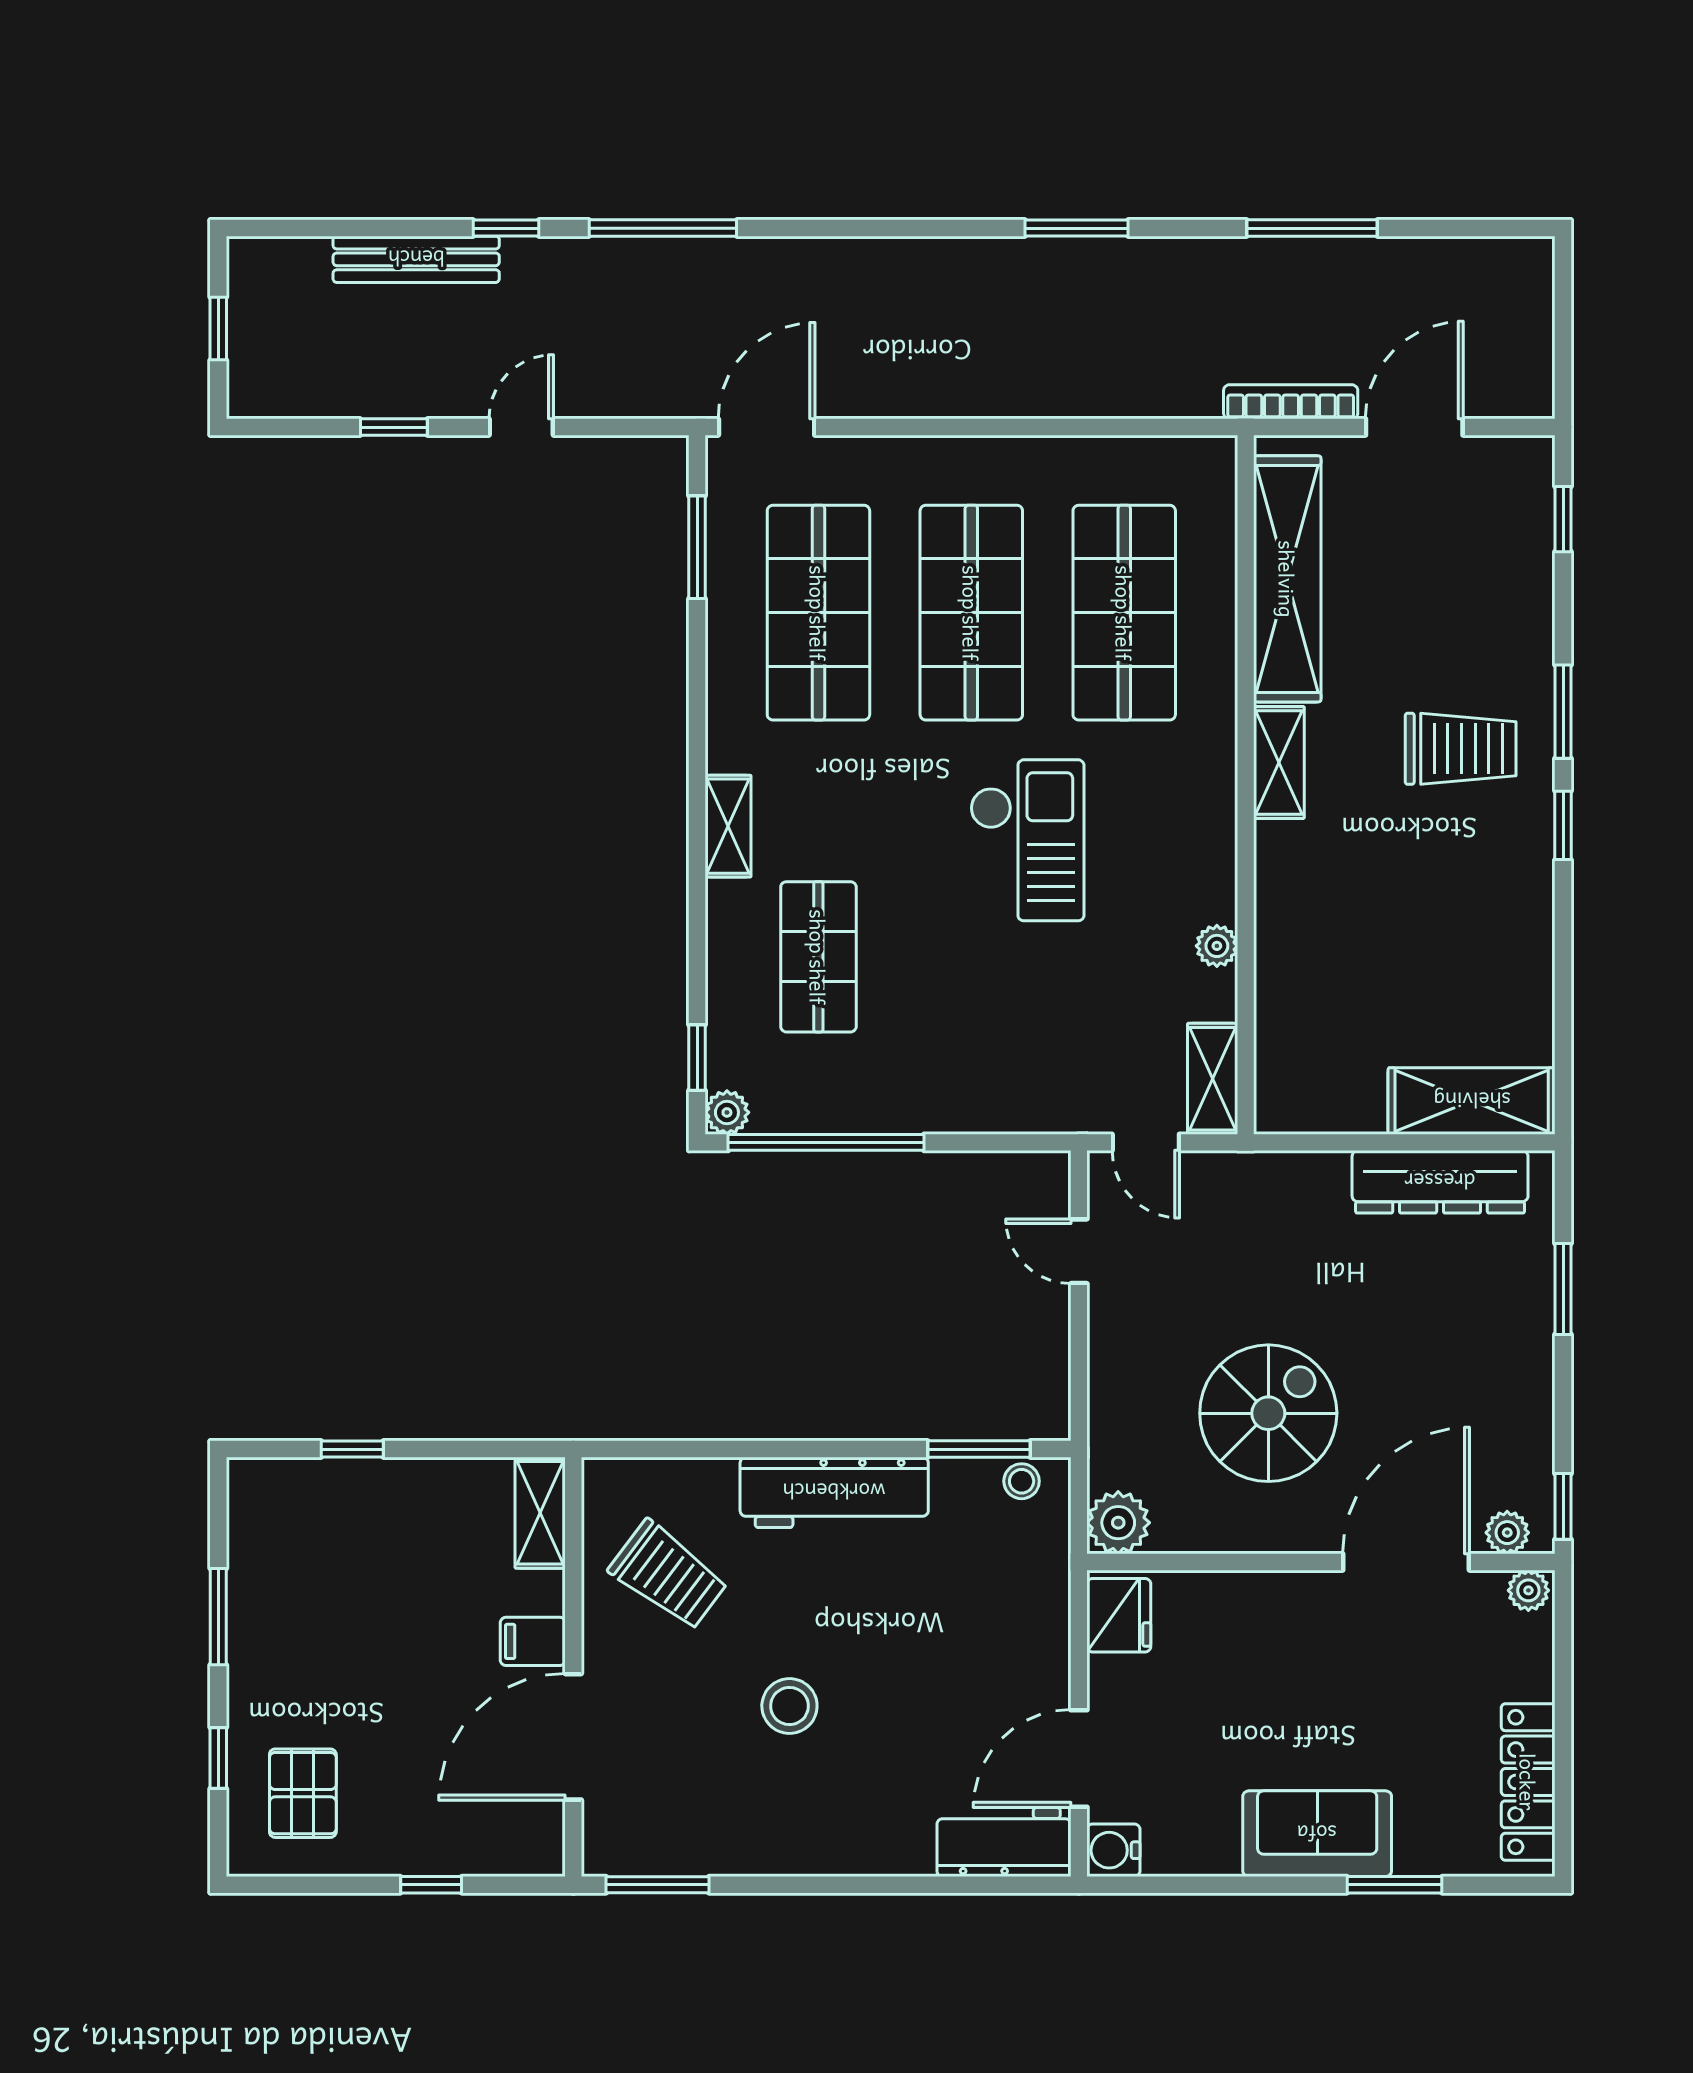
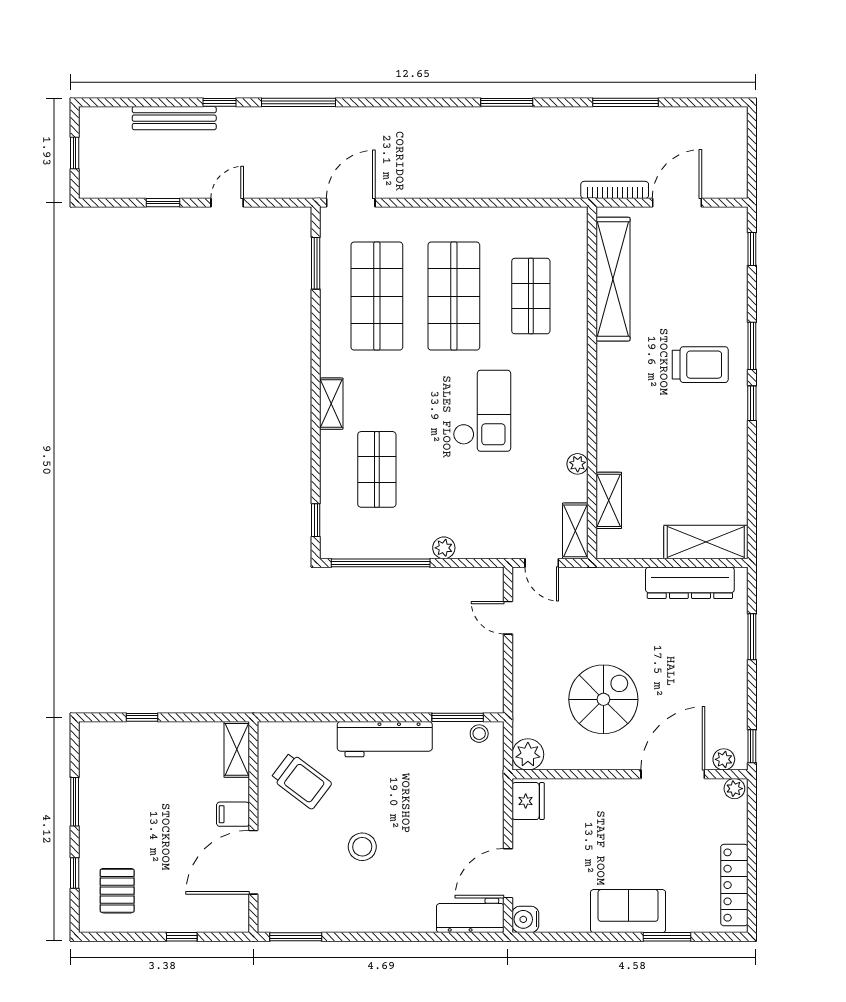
shop shelf: (1124, 613) -> (531, 296), width x0.70, depth x0.74
shelving: (1279, 763) -> (609, 500), moved
plant: (727, 1112) -> (444, 548), moved

